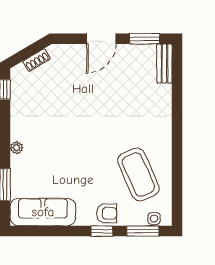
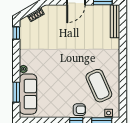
bench: (164, 63) -> (115, 21), width x1.36
sofa: (43, 212) -> (28, 94), moved, turned 90

